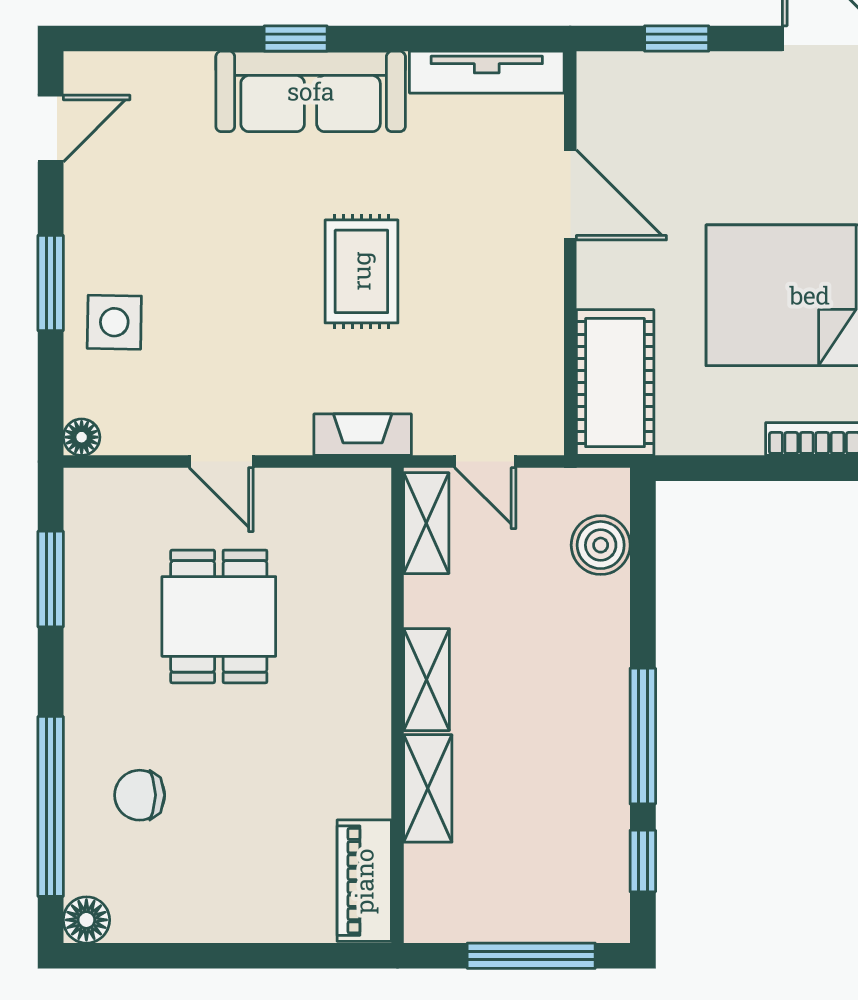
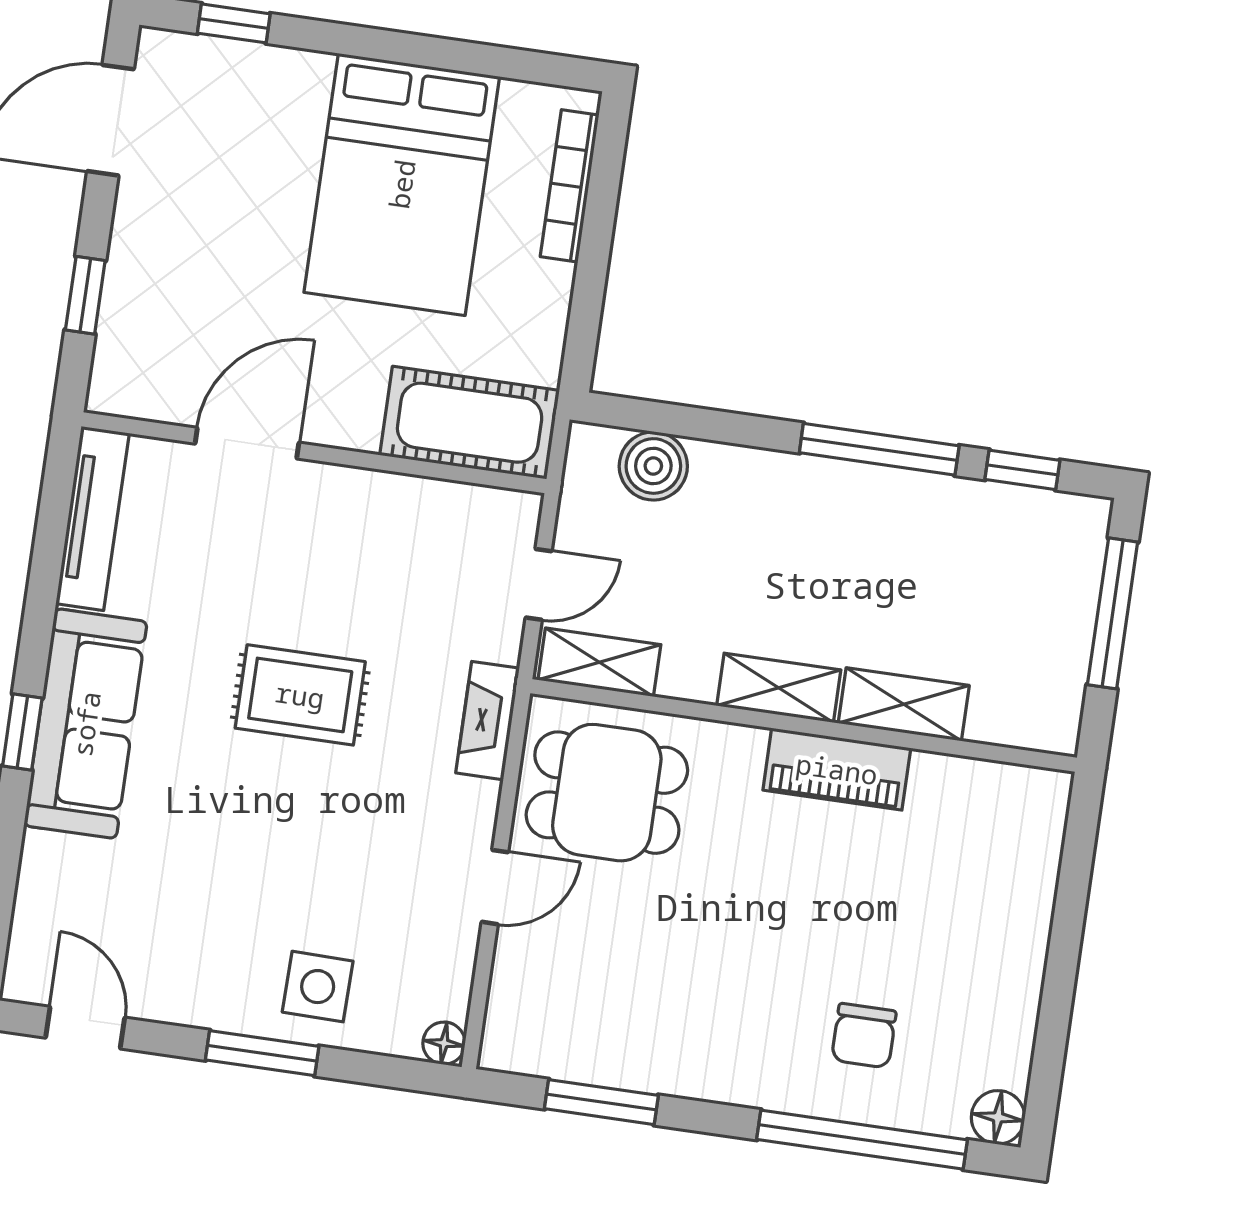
dining table: (219, 616) -> (607, 793), moved
piano: (364, 881) -> (837, 769), moved

